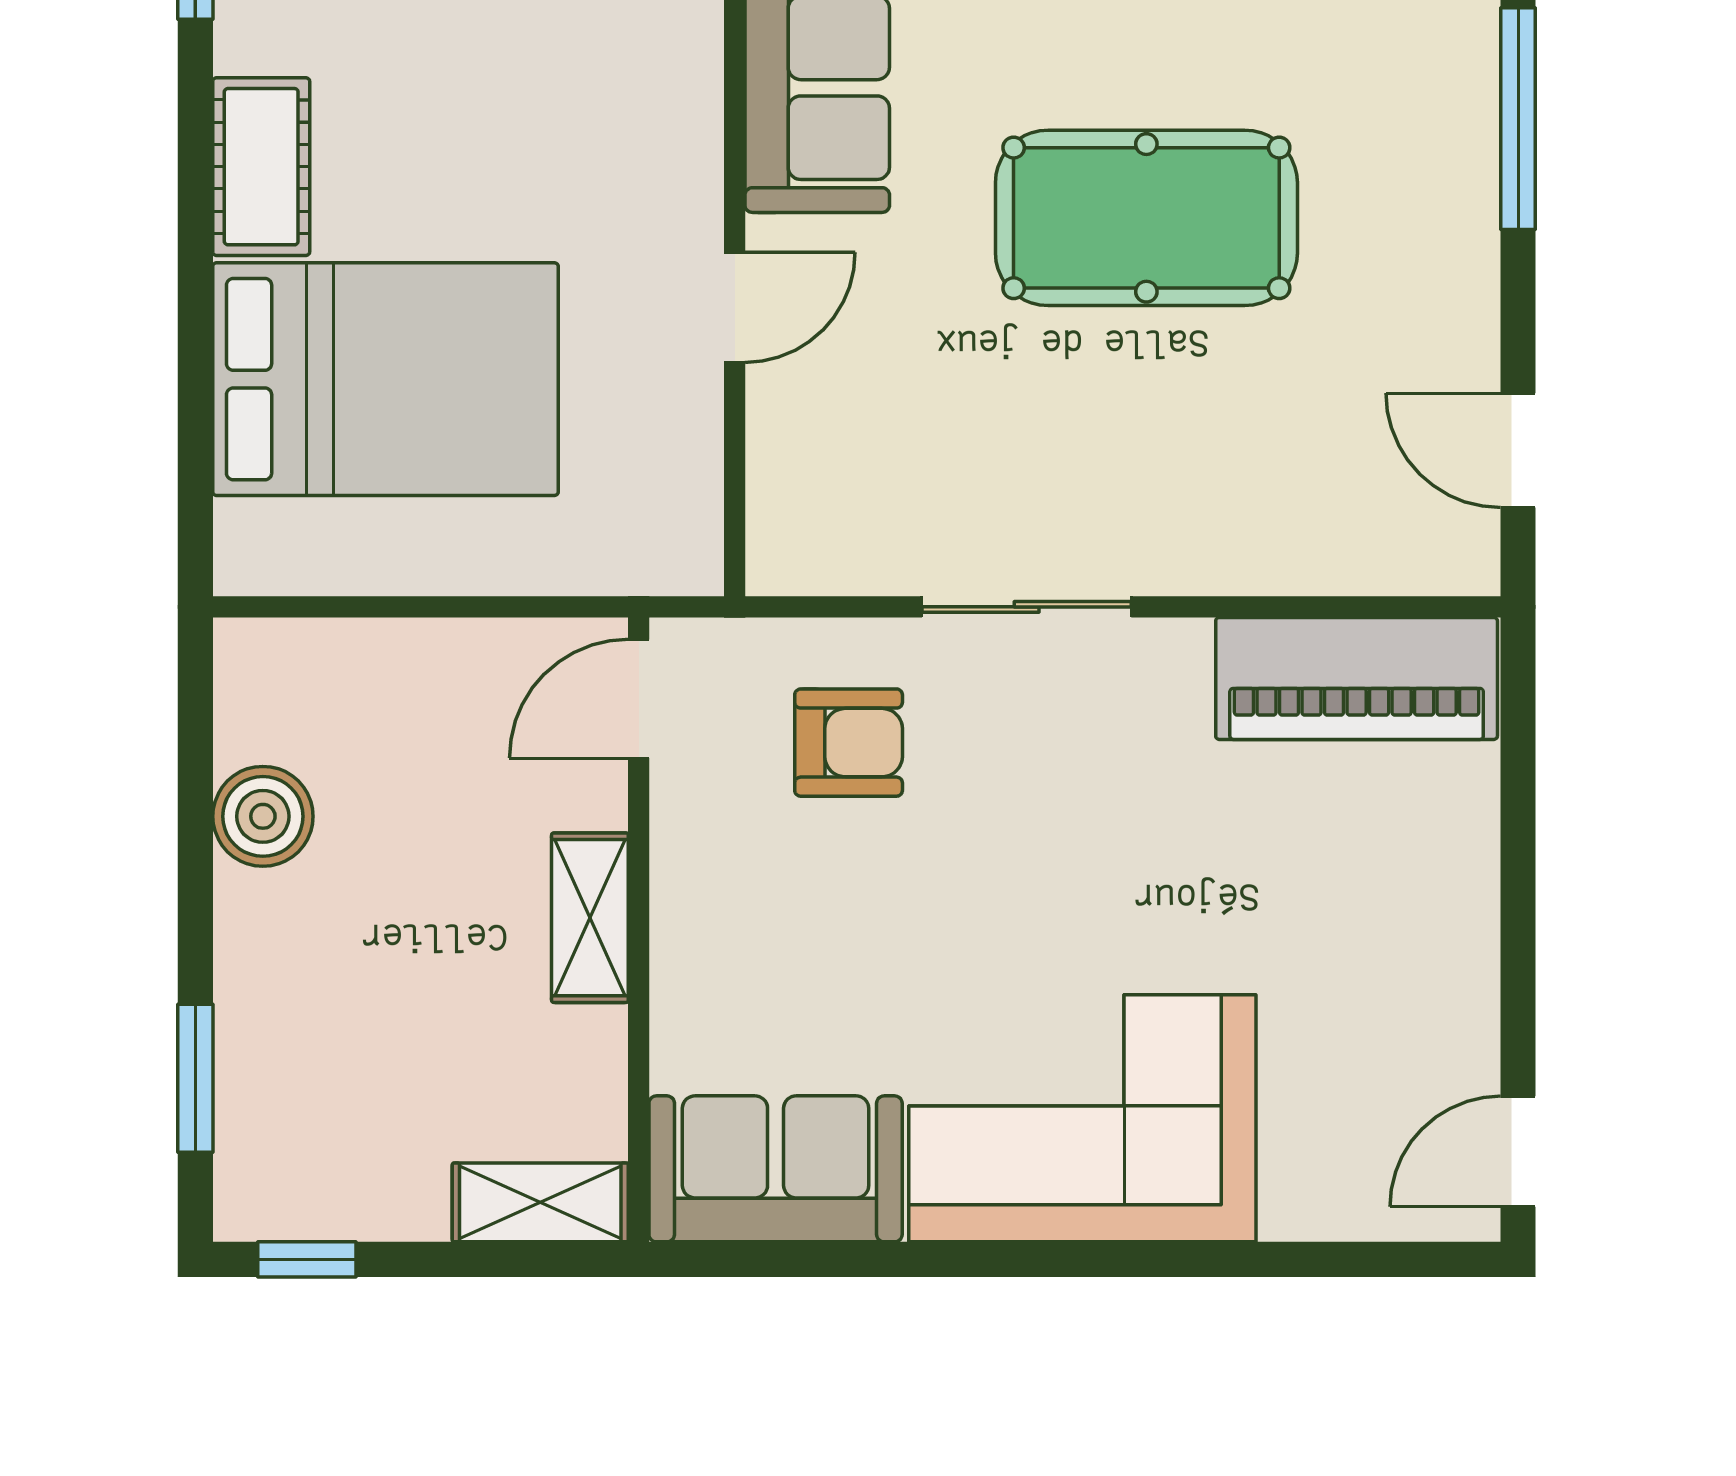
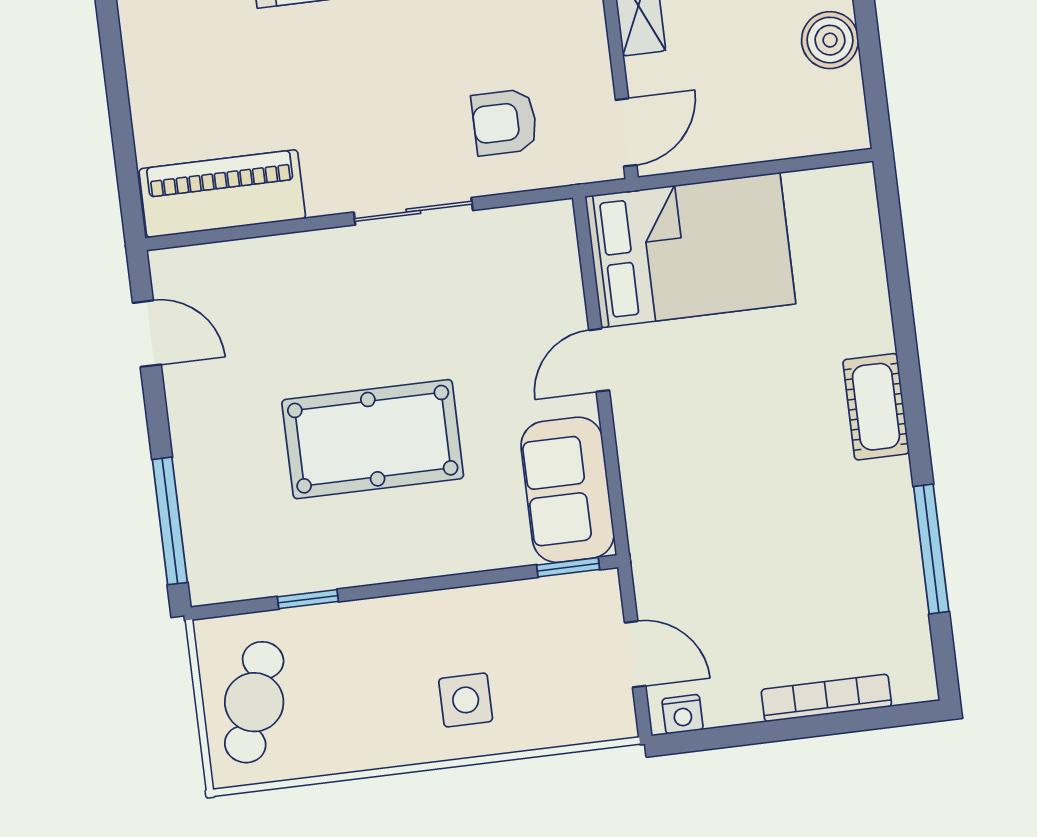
bed: (385, 379) -> (690, 250), moved, turned 180

